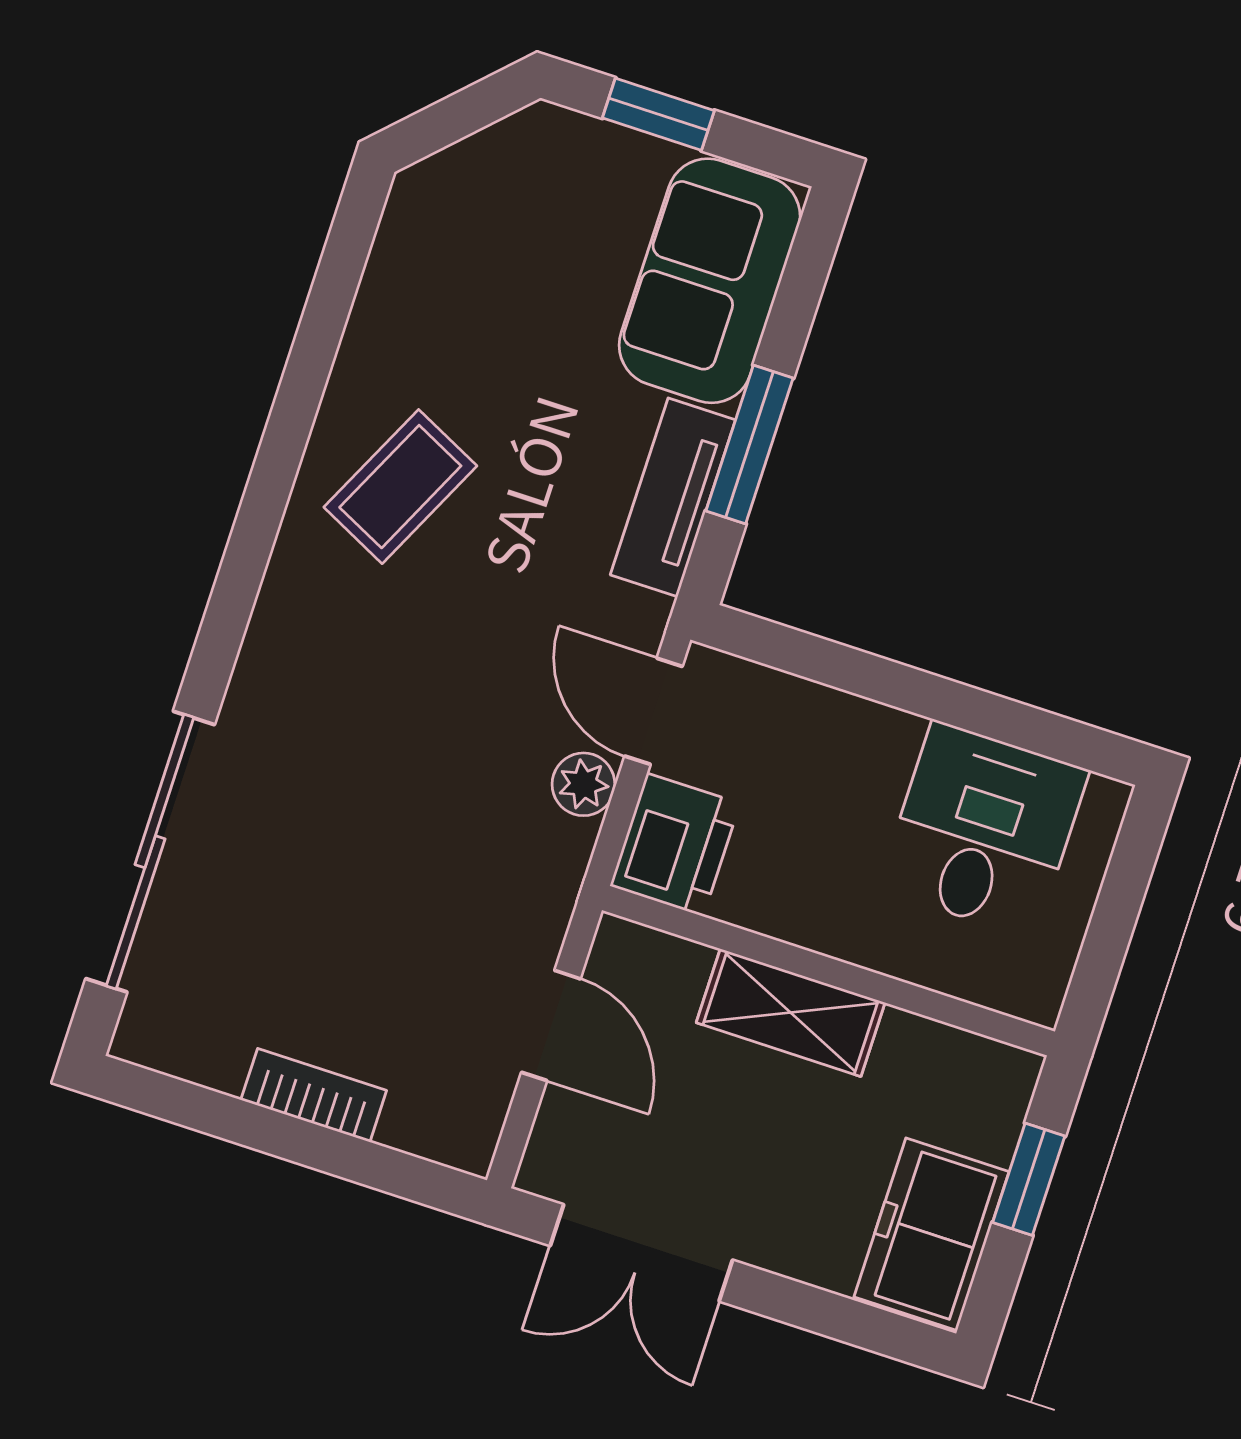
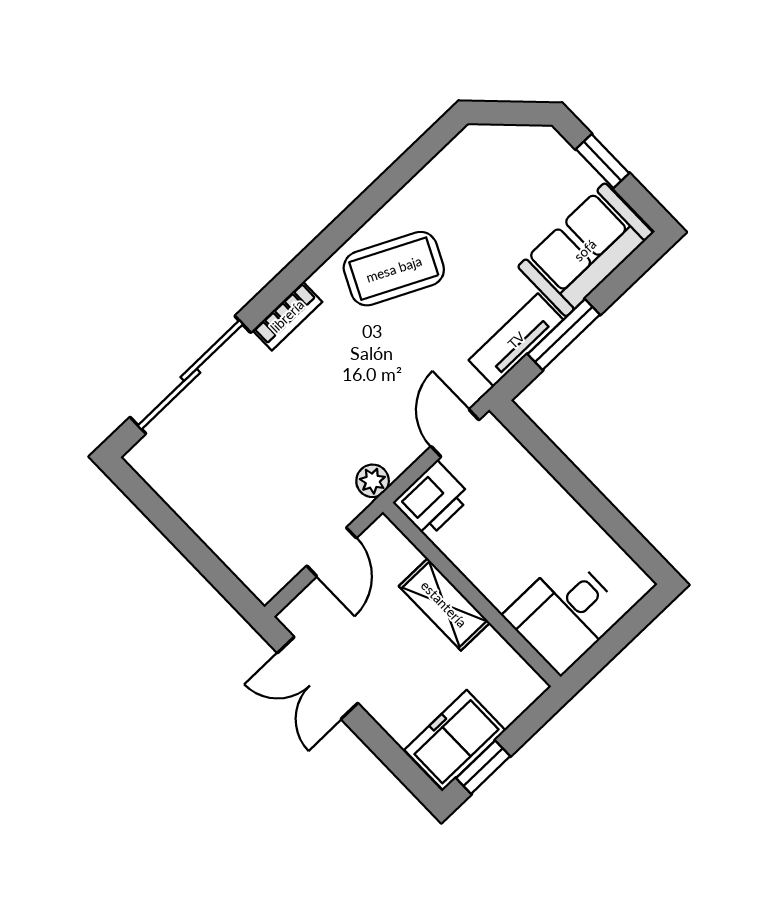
coffee table: (400, 487) -> (394, 269), width x1.36, depth x1.30
plant: (583, 784) -> (373, 481), moved
desk: (983, 830) -> (564, 614), moved, turned 180
bookcase: (314, 1095) -> (287, 316), moved, turned 90
window: (1029, 1179) -> (483, 767), moved

